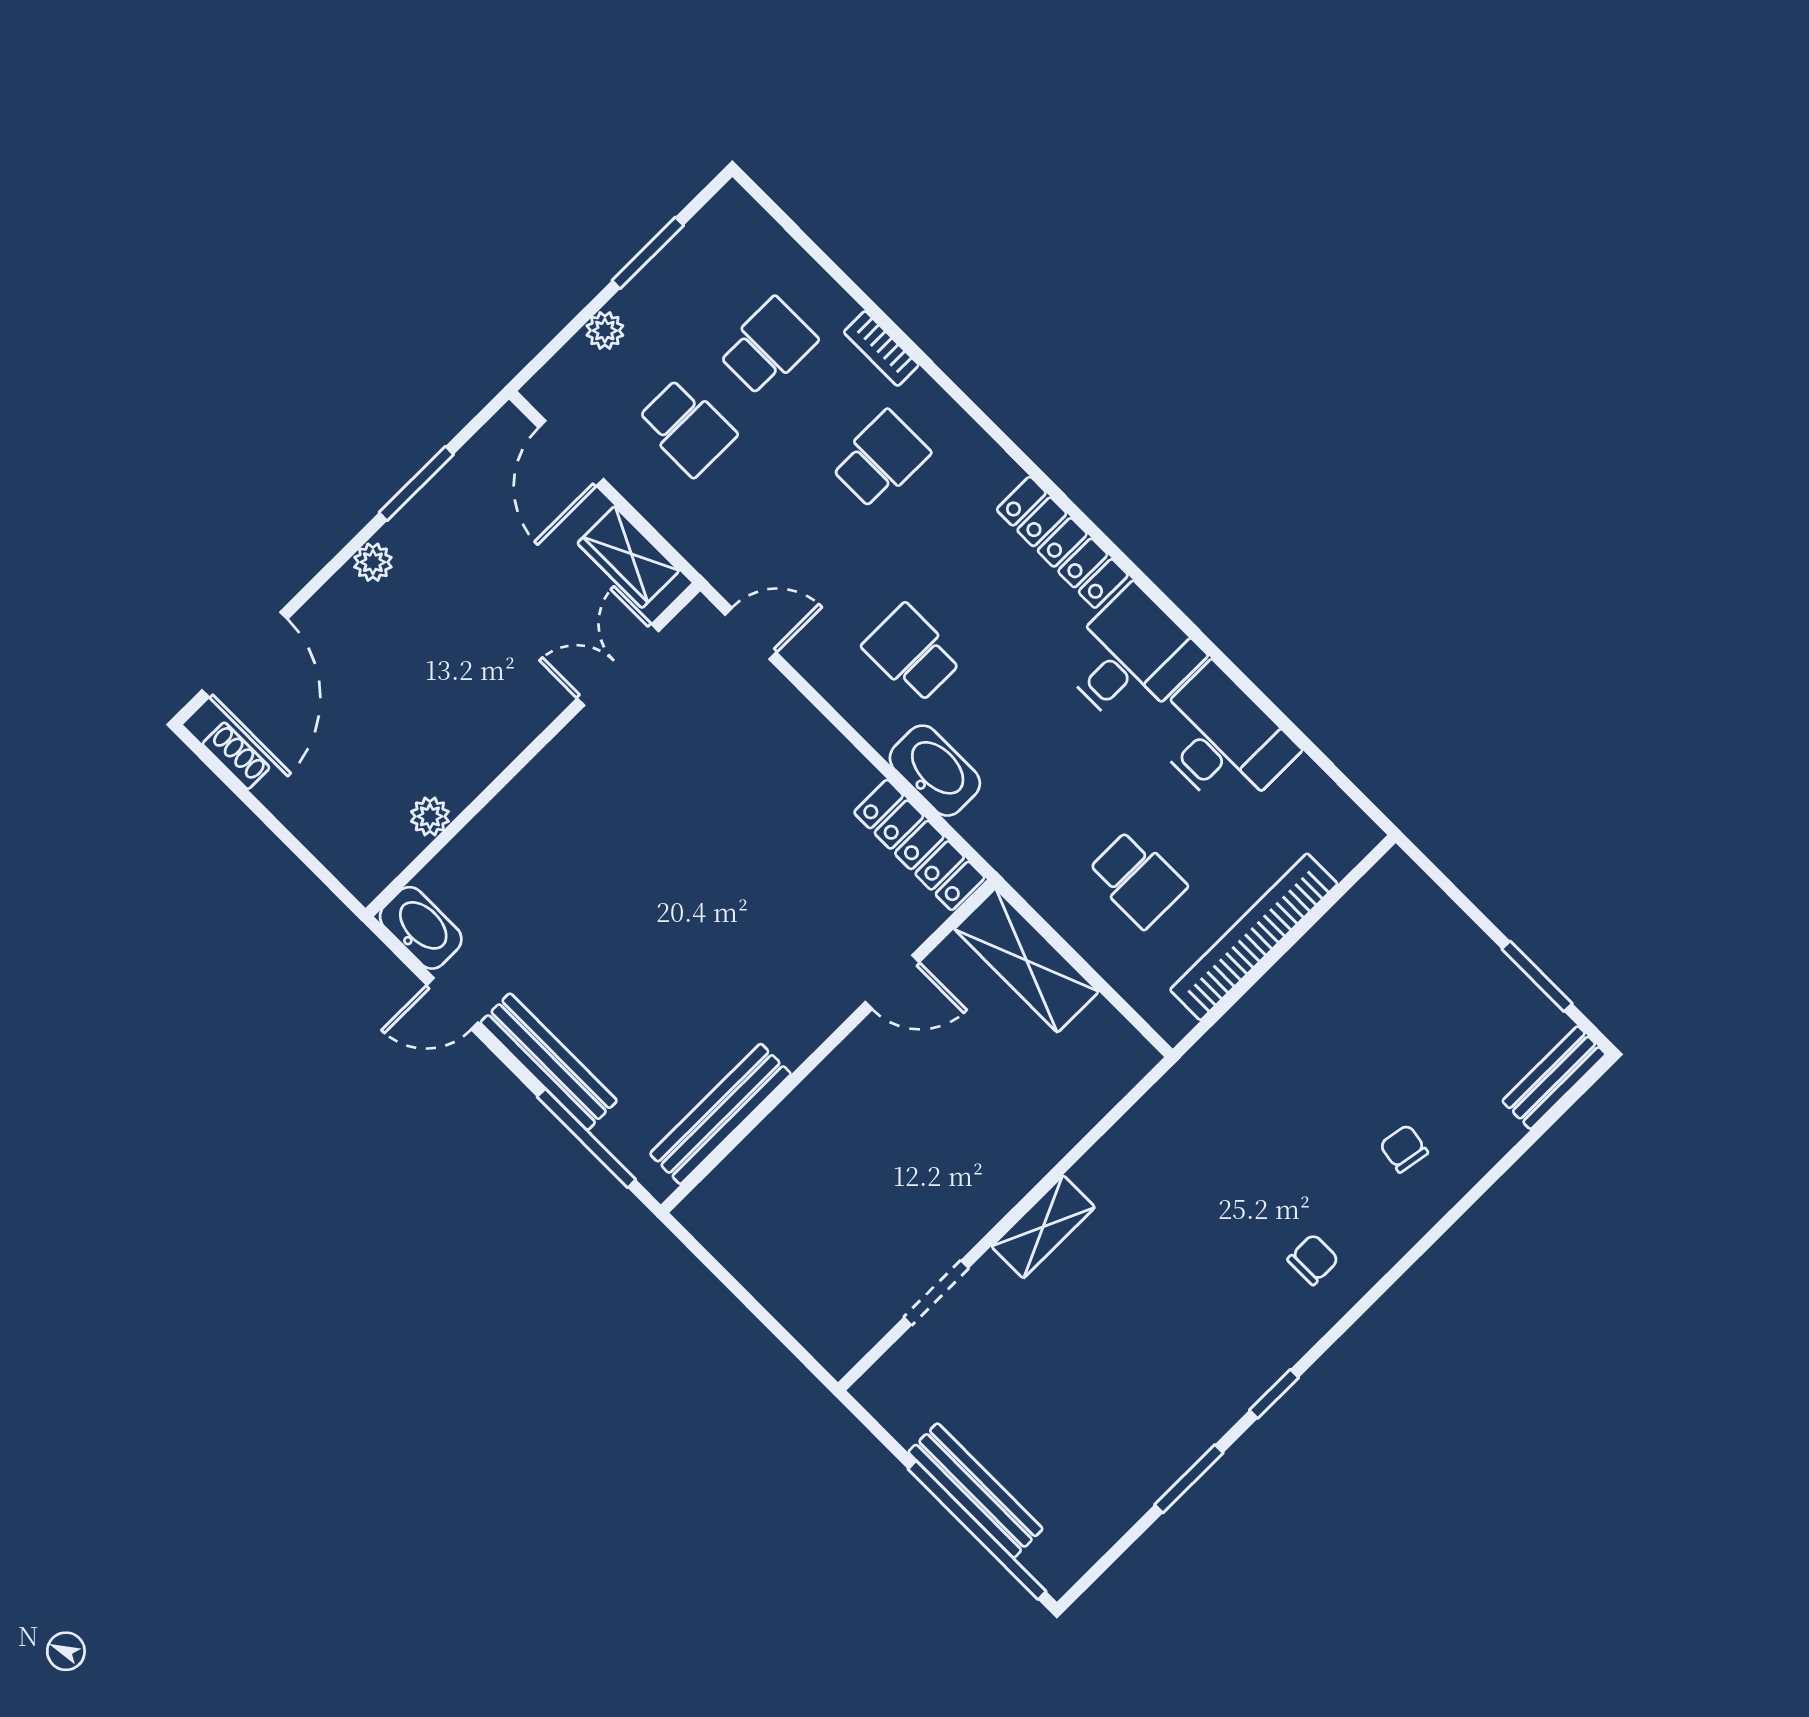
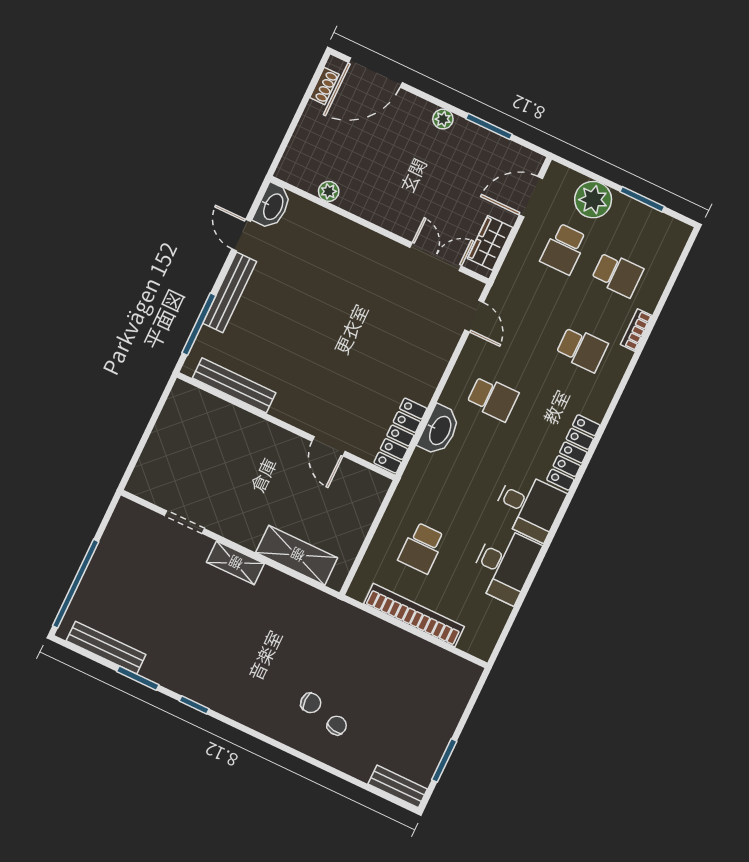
plant: (605, 331) -> (593, 200), width x1.88, depth x1.88
school desk: (912, 653) -> (493, 398), turned 90
shelving: (1027, 960) -> (297, 555), moved, turned 90
chair: (1313, 1259) -> (311, 703), moved
bench: (975, 1490) -> (106, 648), moved, turned 90

